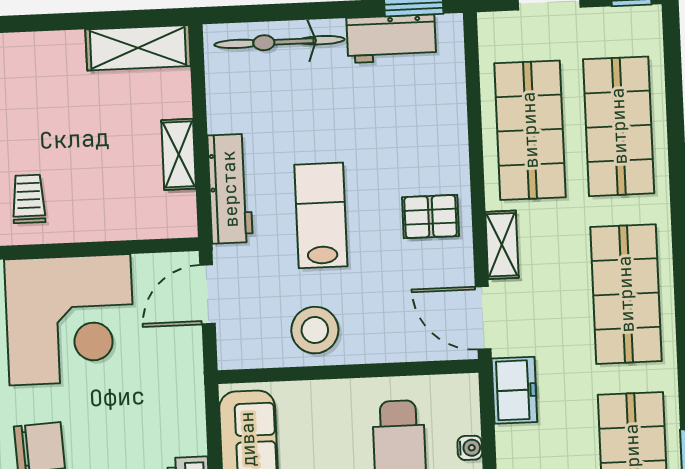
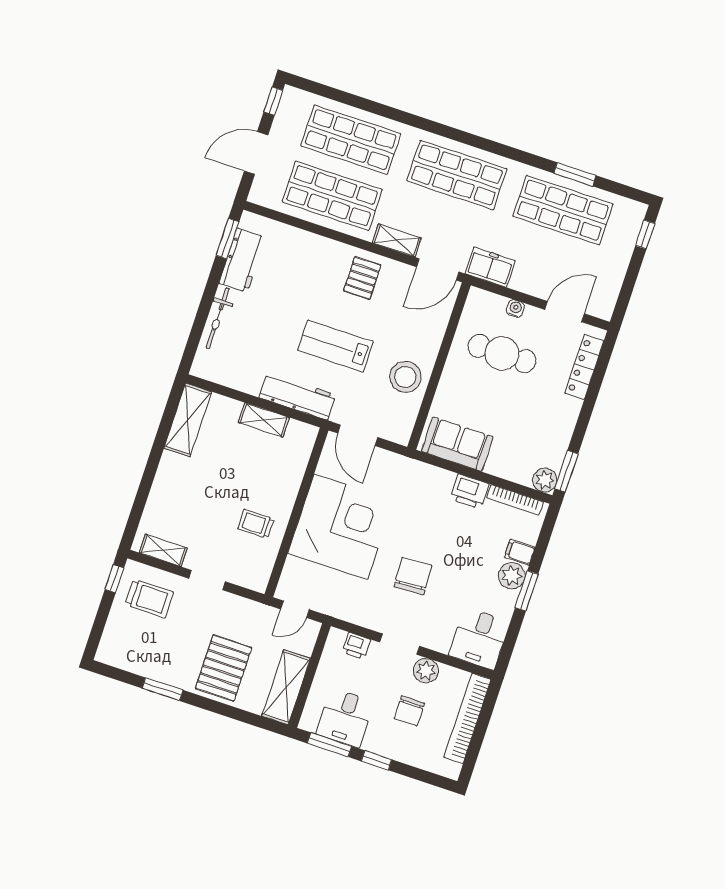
bicycle: (280, 42) -> (218, 318), width x0.73, depth x0.71

